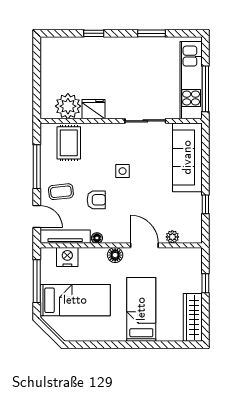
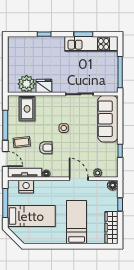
kitchen unit: (191, 80) -> (91, 44), moved, turned -90
floor lamp: (115, 255) -> (113, 185), moved

